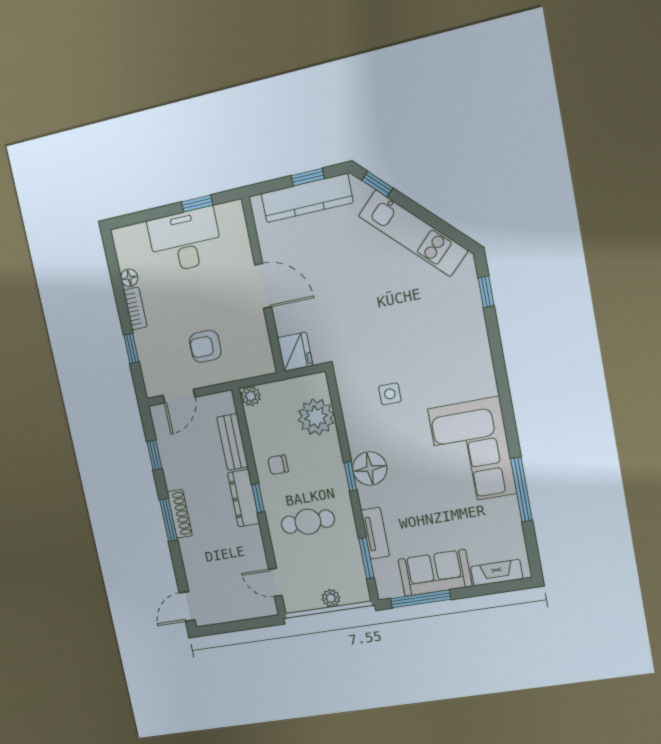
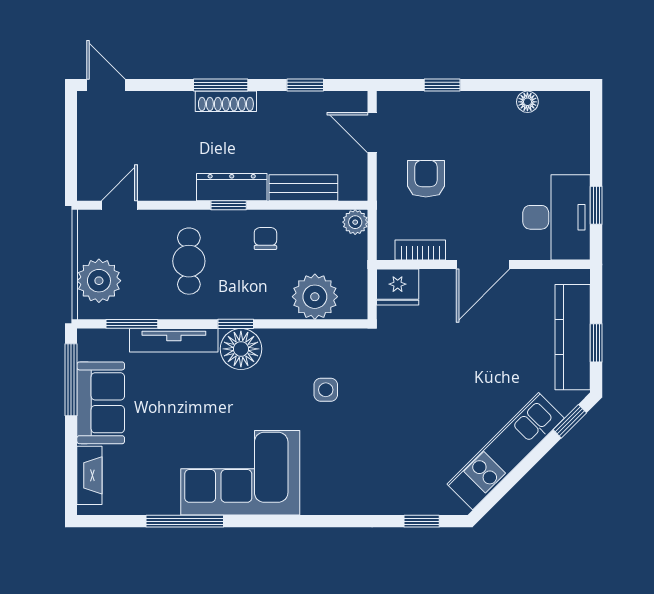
desk: (185, 240) -> (557, 217), moved
bookcase: (135, 309) -> (420, 250), moved, turned 180
tv unit: (375, 533) -> (174, 340), width x1.41
plant: (331, 598) -> (99, 281), width x1.88, depth x1.88

